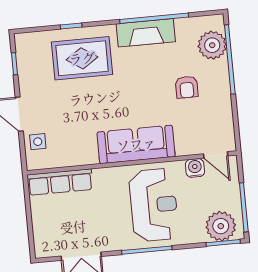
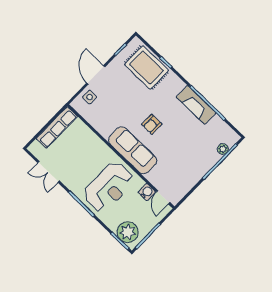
plant: (212, 45) -> (223, 149), width x0.53, depth x0.53
rug: (82, 58) -> (146, 67), moved
armchair: (187, 87) -> (152, 124), moved
row of seats: (60, 182) -> (57, 127), moved, turned -90

